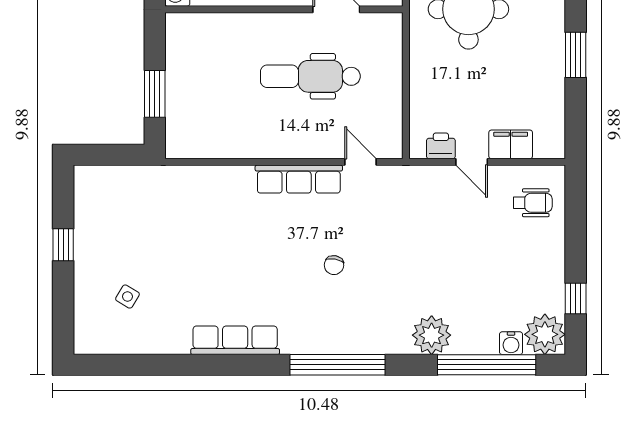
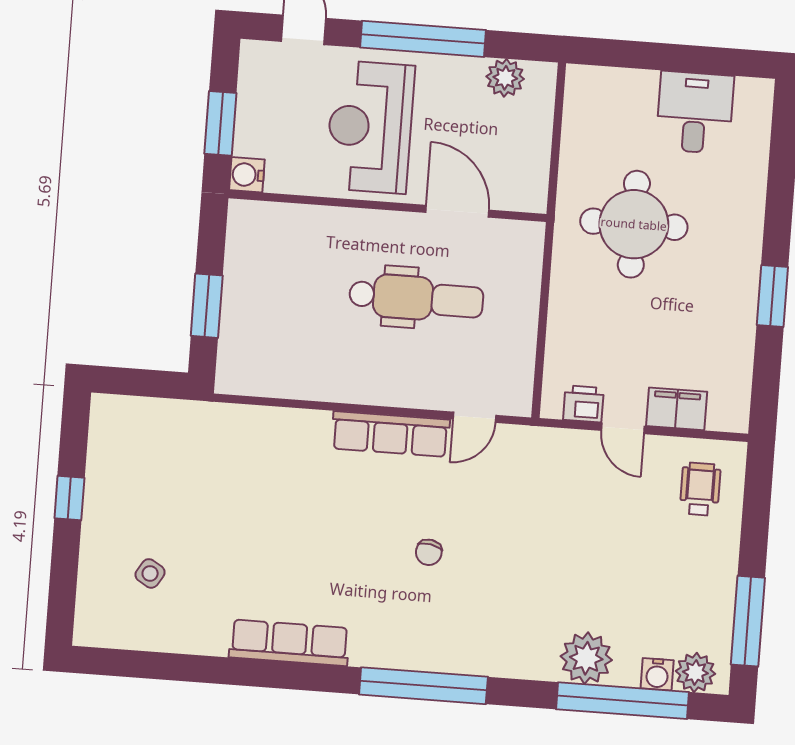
dental chair: (310, 76) -> (416, 298), turned 180
door: (360, 162) -> (474, 417), swing flipped
wheelchair: (533, 203) -> (700, 489), turned -90
window: (576, 299) -> (748, 621), width x2.17
plant: (545, 334) -> (695, 672), width x0.73, depth x0.73
plant: (432, 335) -> (586, 658), moved

